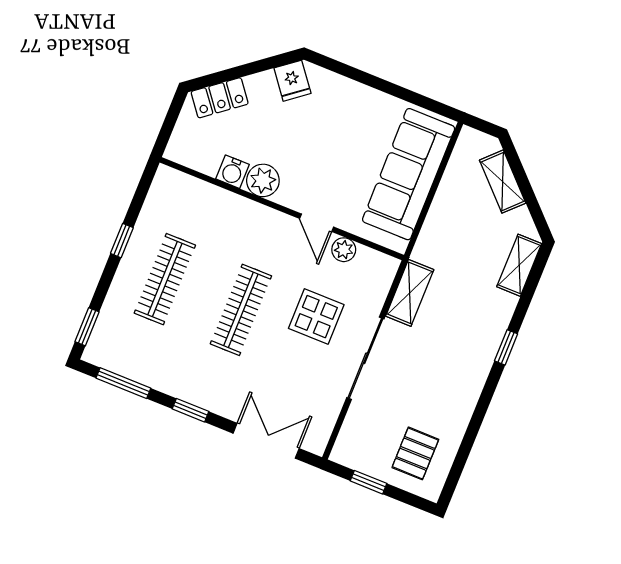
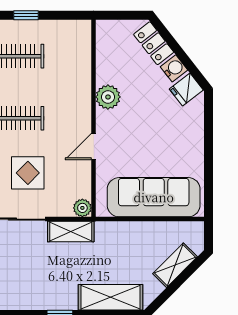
water cooler: (232, 172) -> (174, 68), moved, turned 142
plant: (344, 250) -> (82, 208), moved
shelving: (519, 265) -> (110, 297), width x1.50, depth x1.33

